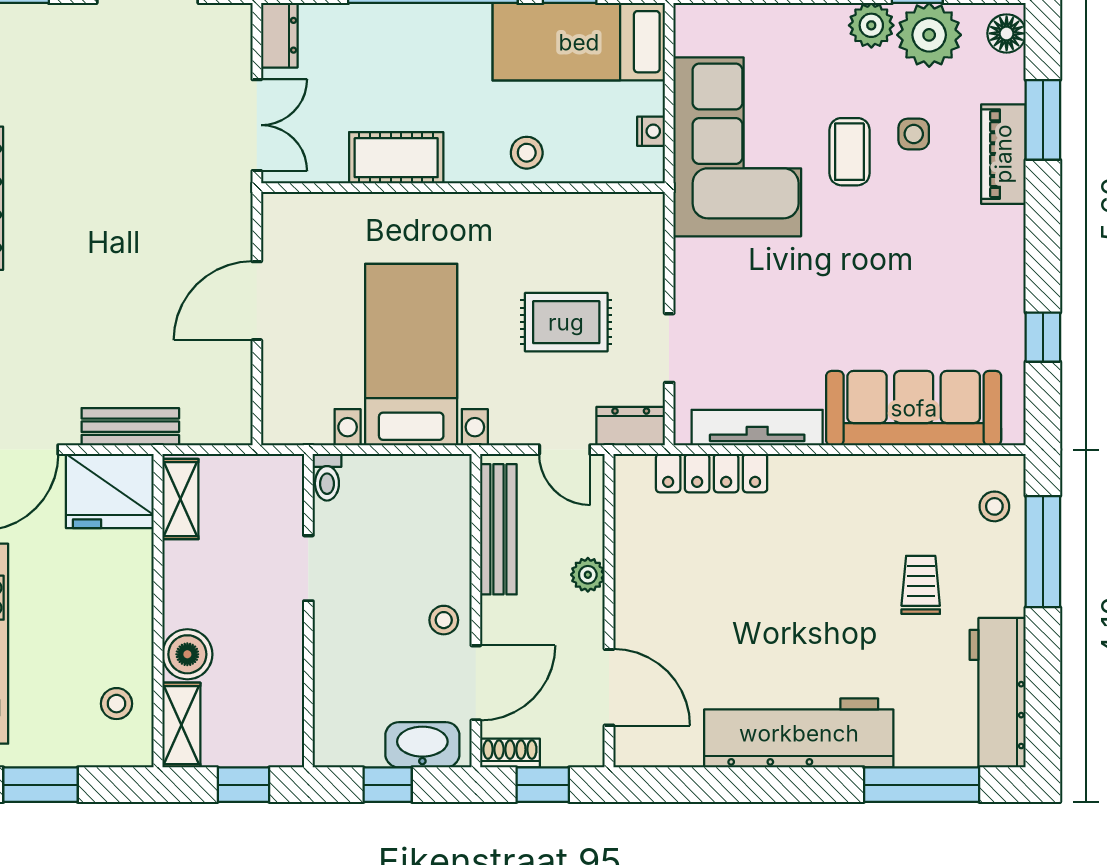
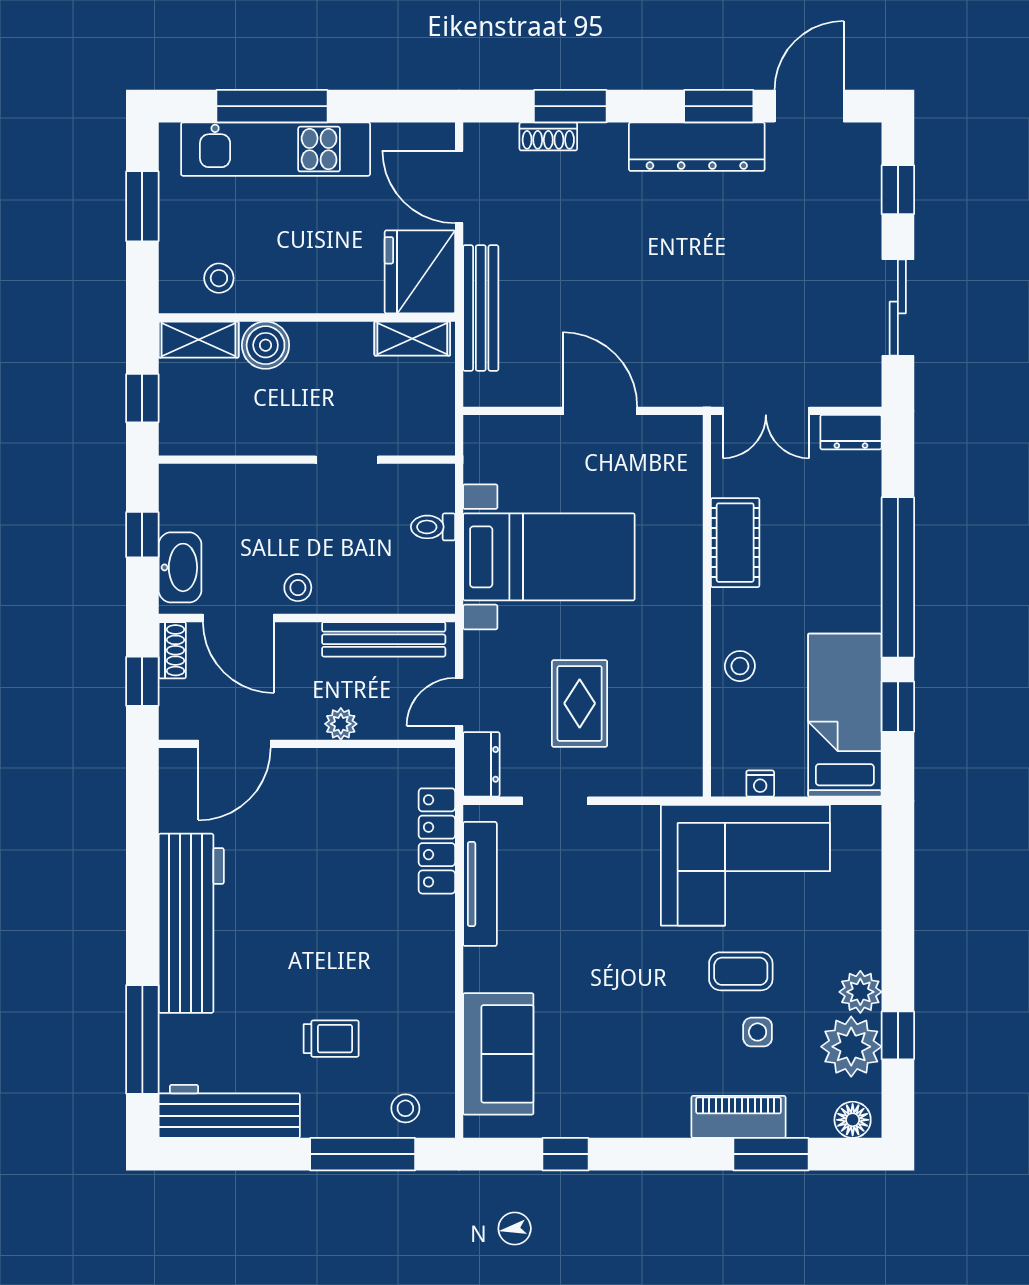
sofa: (914, 408) -> (498, 1054), width x0.73
bench: (130, 427) -> (481, 308), width x1.36
toilet: (327, 477) -> (433, 527), moved

